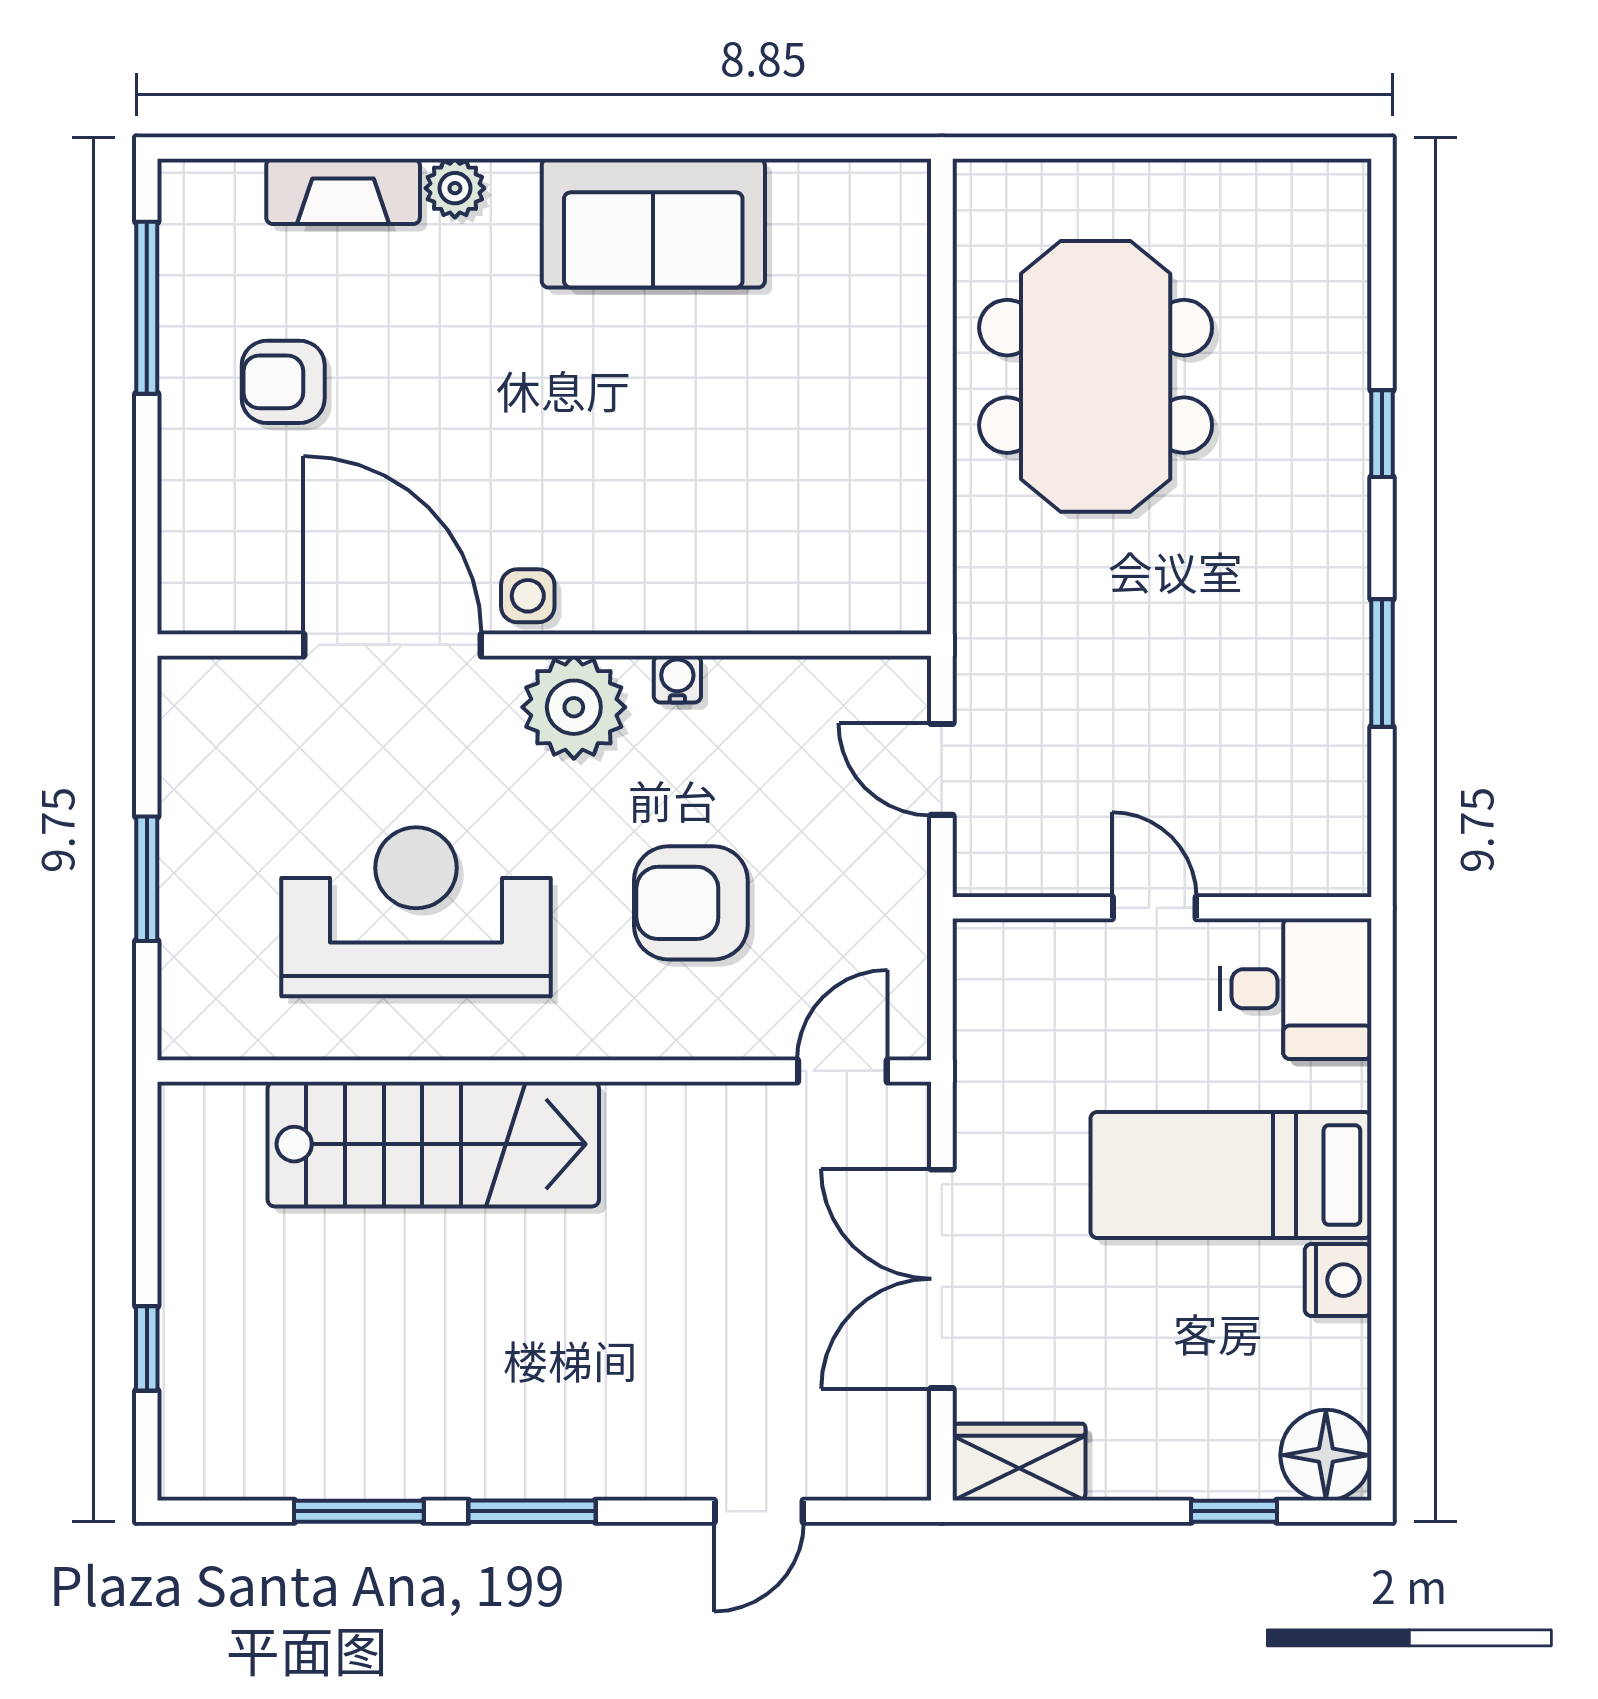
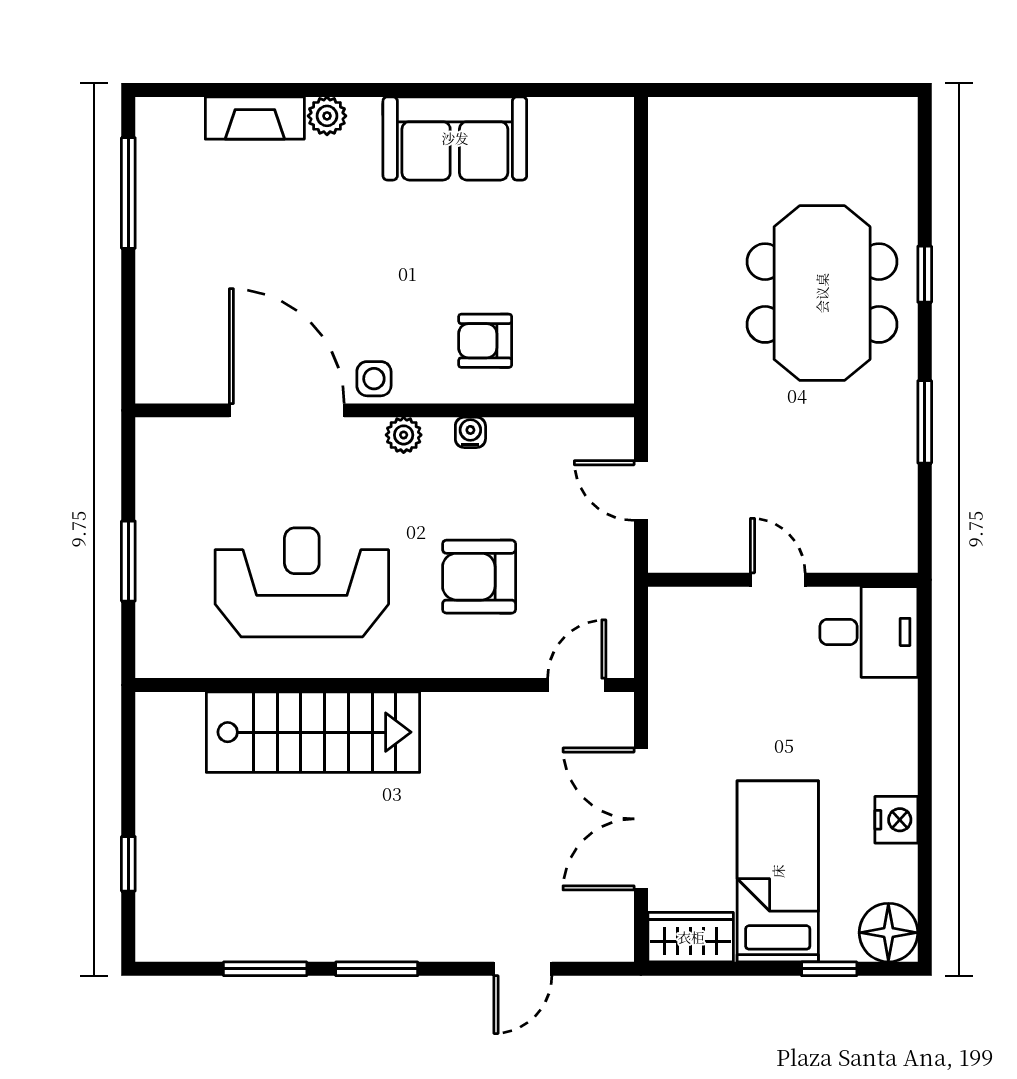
meeting table: (1096, 376) -> (822, 293), moved
armchair: (283, 382) -> (485, 341), moved
plant: (574, 707) -> (404, 435), width x0.53, depth x0.53
bed: (1231, 1175) -> (778, 871), moved, turned 90

